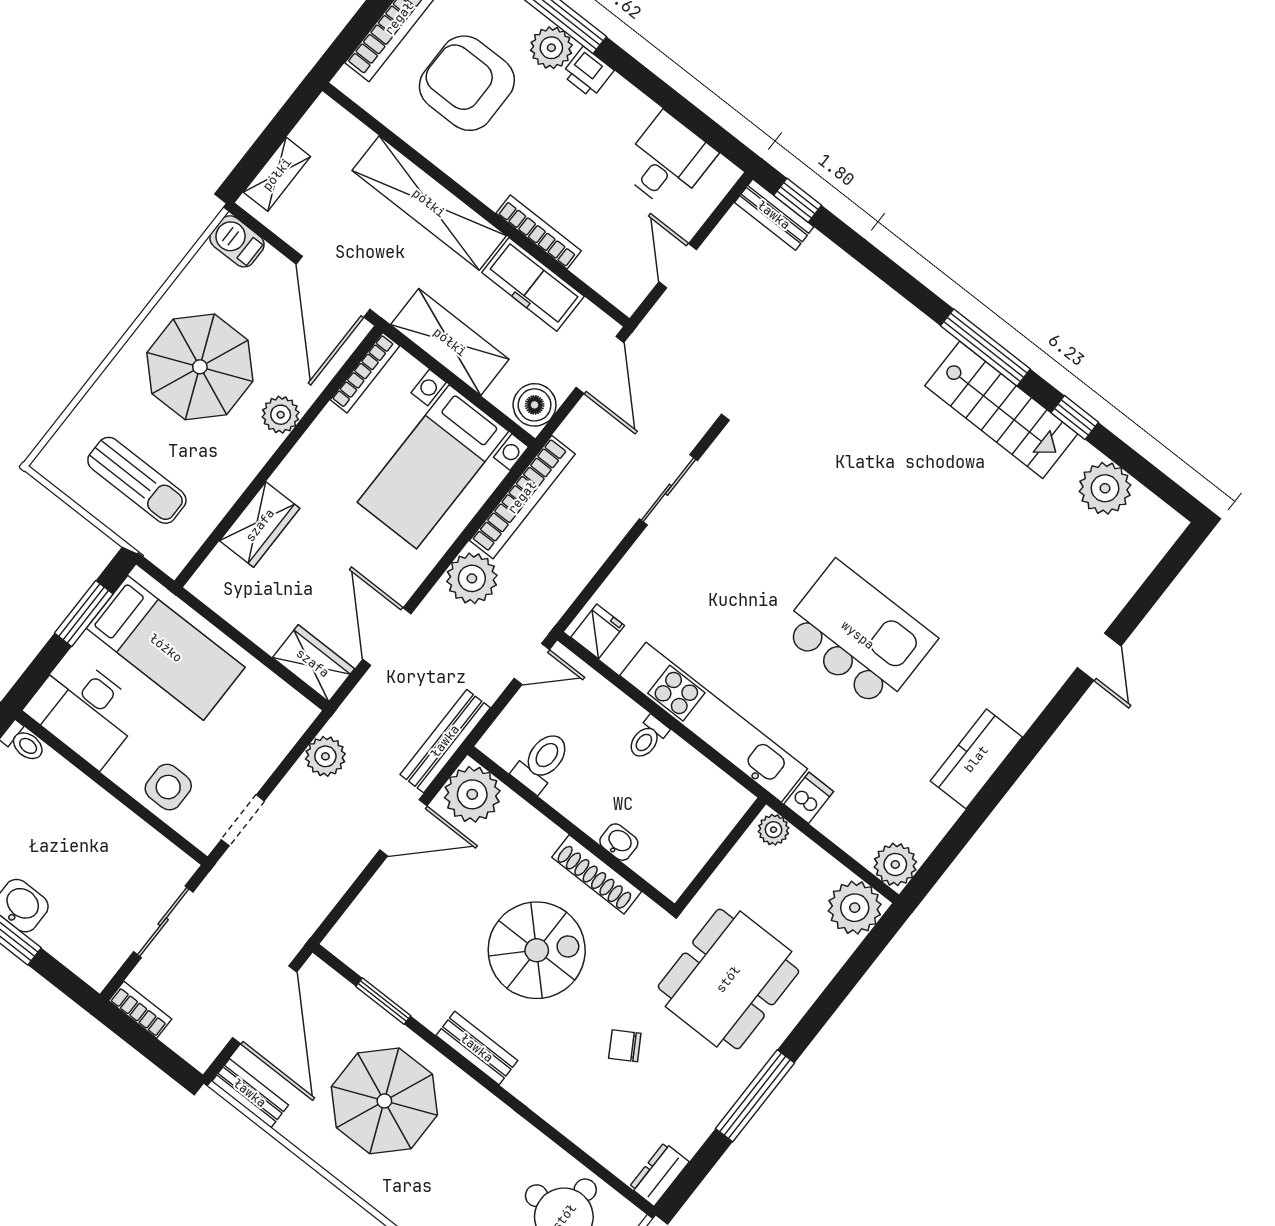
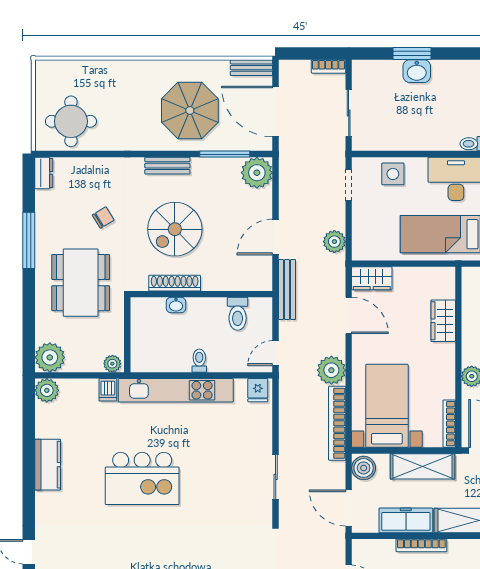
plant: (472, 794) -> (257, 173), moved
window: (383, 1001) -> (225, 154), width x1.44

